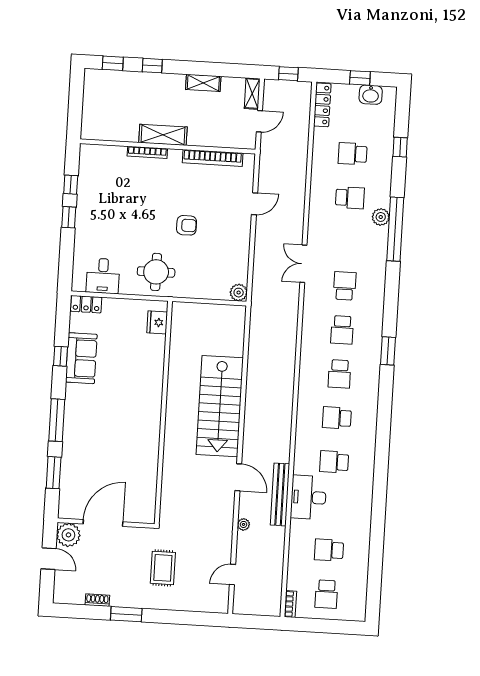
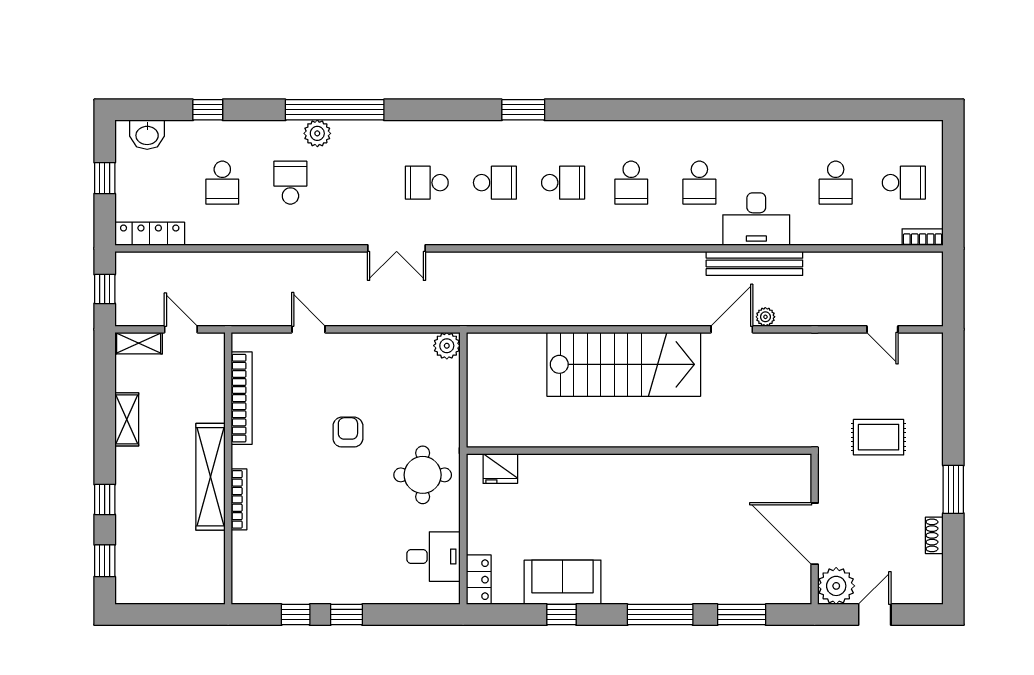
washbasin: (371, 95) -> (147, 135), moved, turned 90
shelving: (163, 135) -> (210, 477), width x1.47
plant: (244, 524) -> (765, 317), moved

